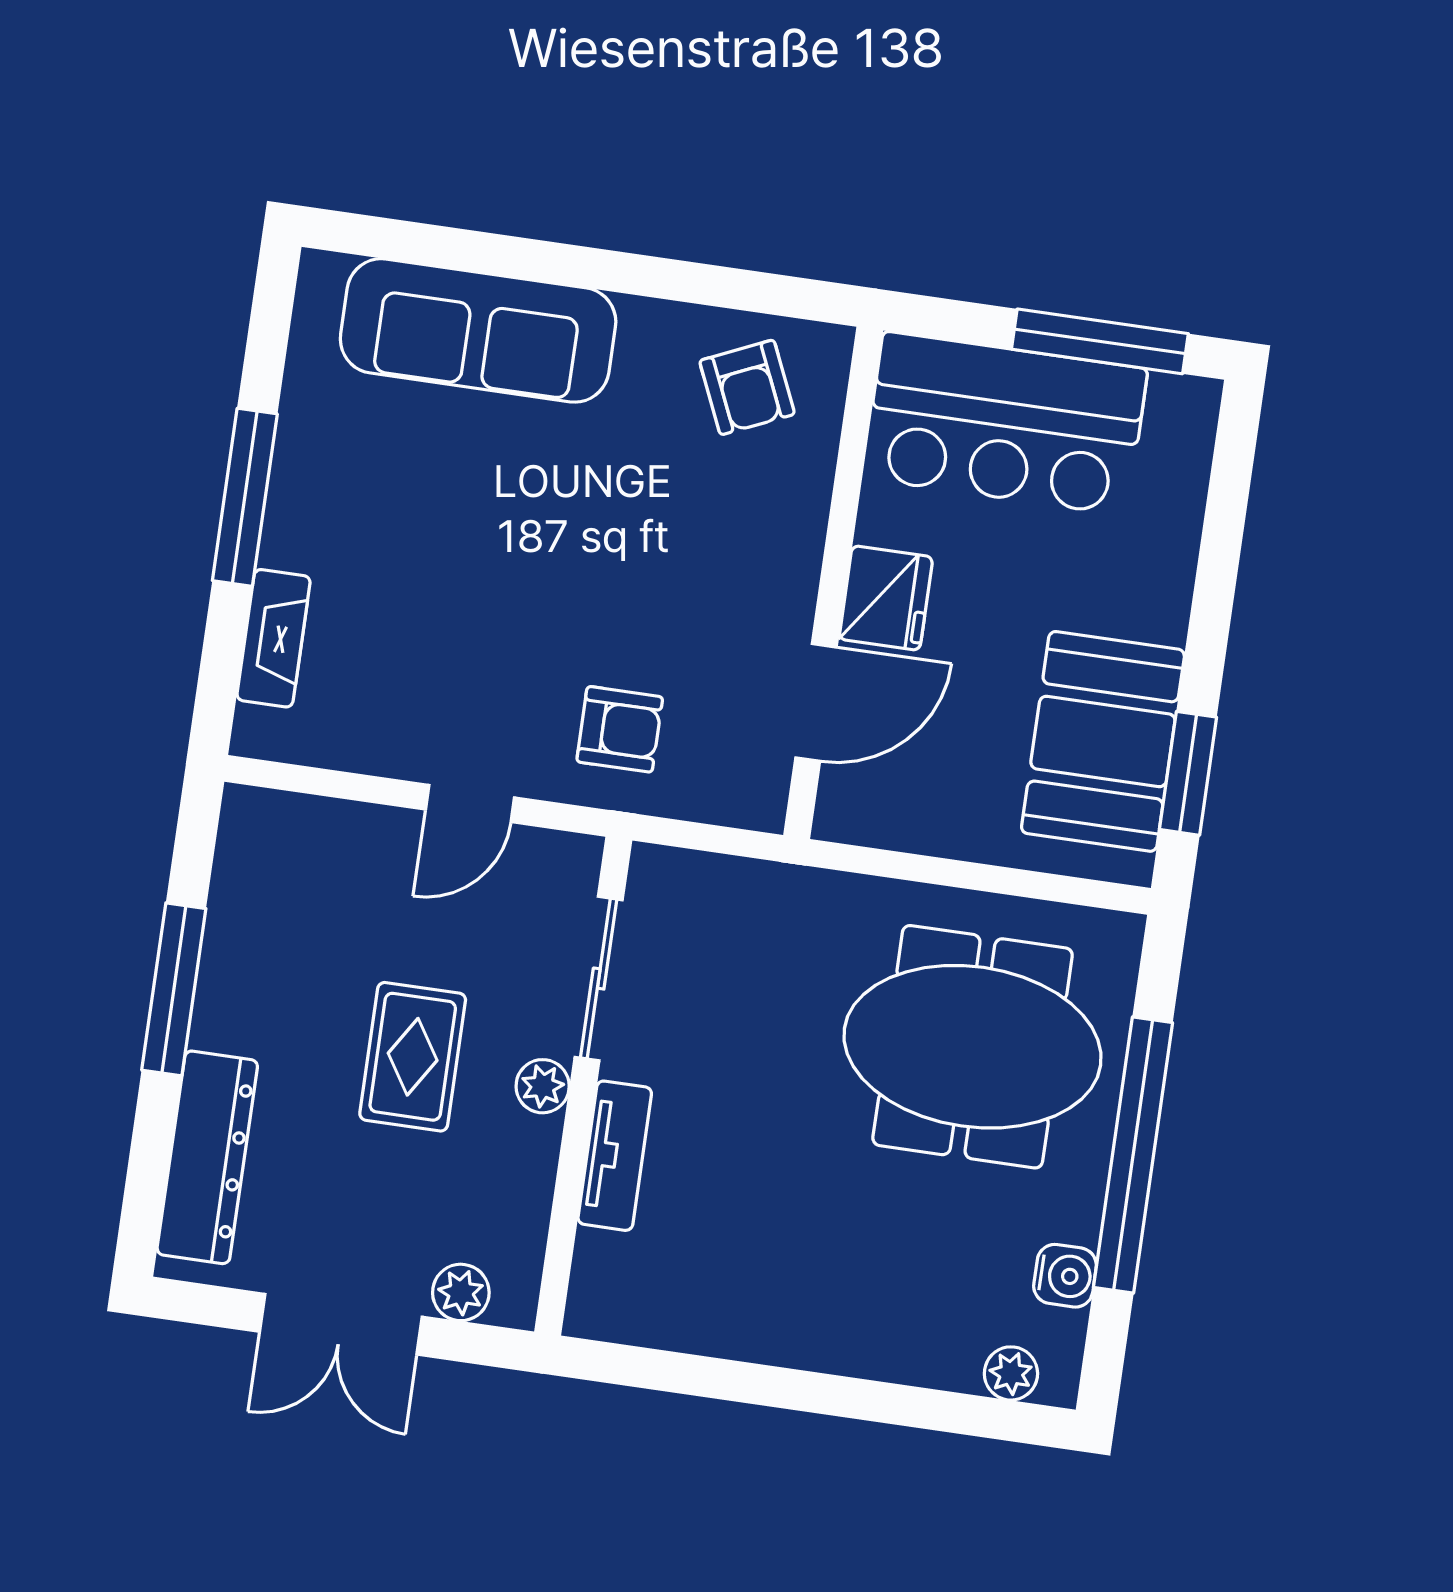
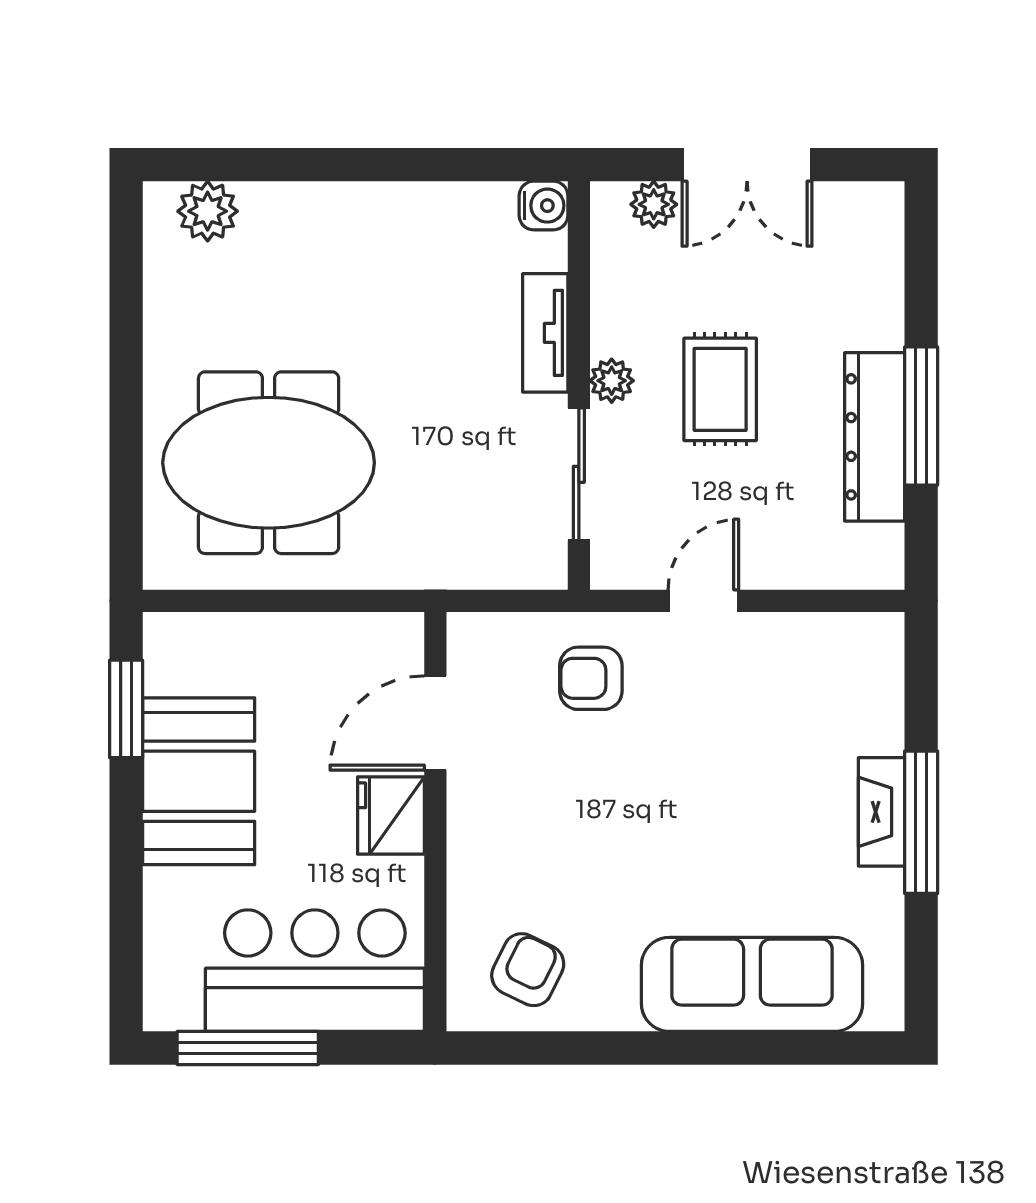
armchair: (747, 387) -> (528, 970), turned 50
fireplace: (274, 638) -> (881, 812), moved
booth: (1103, 741) -> (199, 781), moved
window: (1133, 1155) -> (126, 394), removed
dresser: (207, 1157) -> (875, 437), moved
water cooler: (1065, 1276) -> (543, 206), moved, turned 180
double door: (341, 1324) -> (747, 165), swing flipped
plant: (1011, 1373) -> (208, 211), width x1.38, depth x1.38

